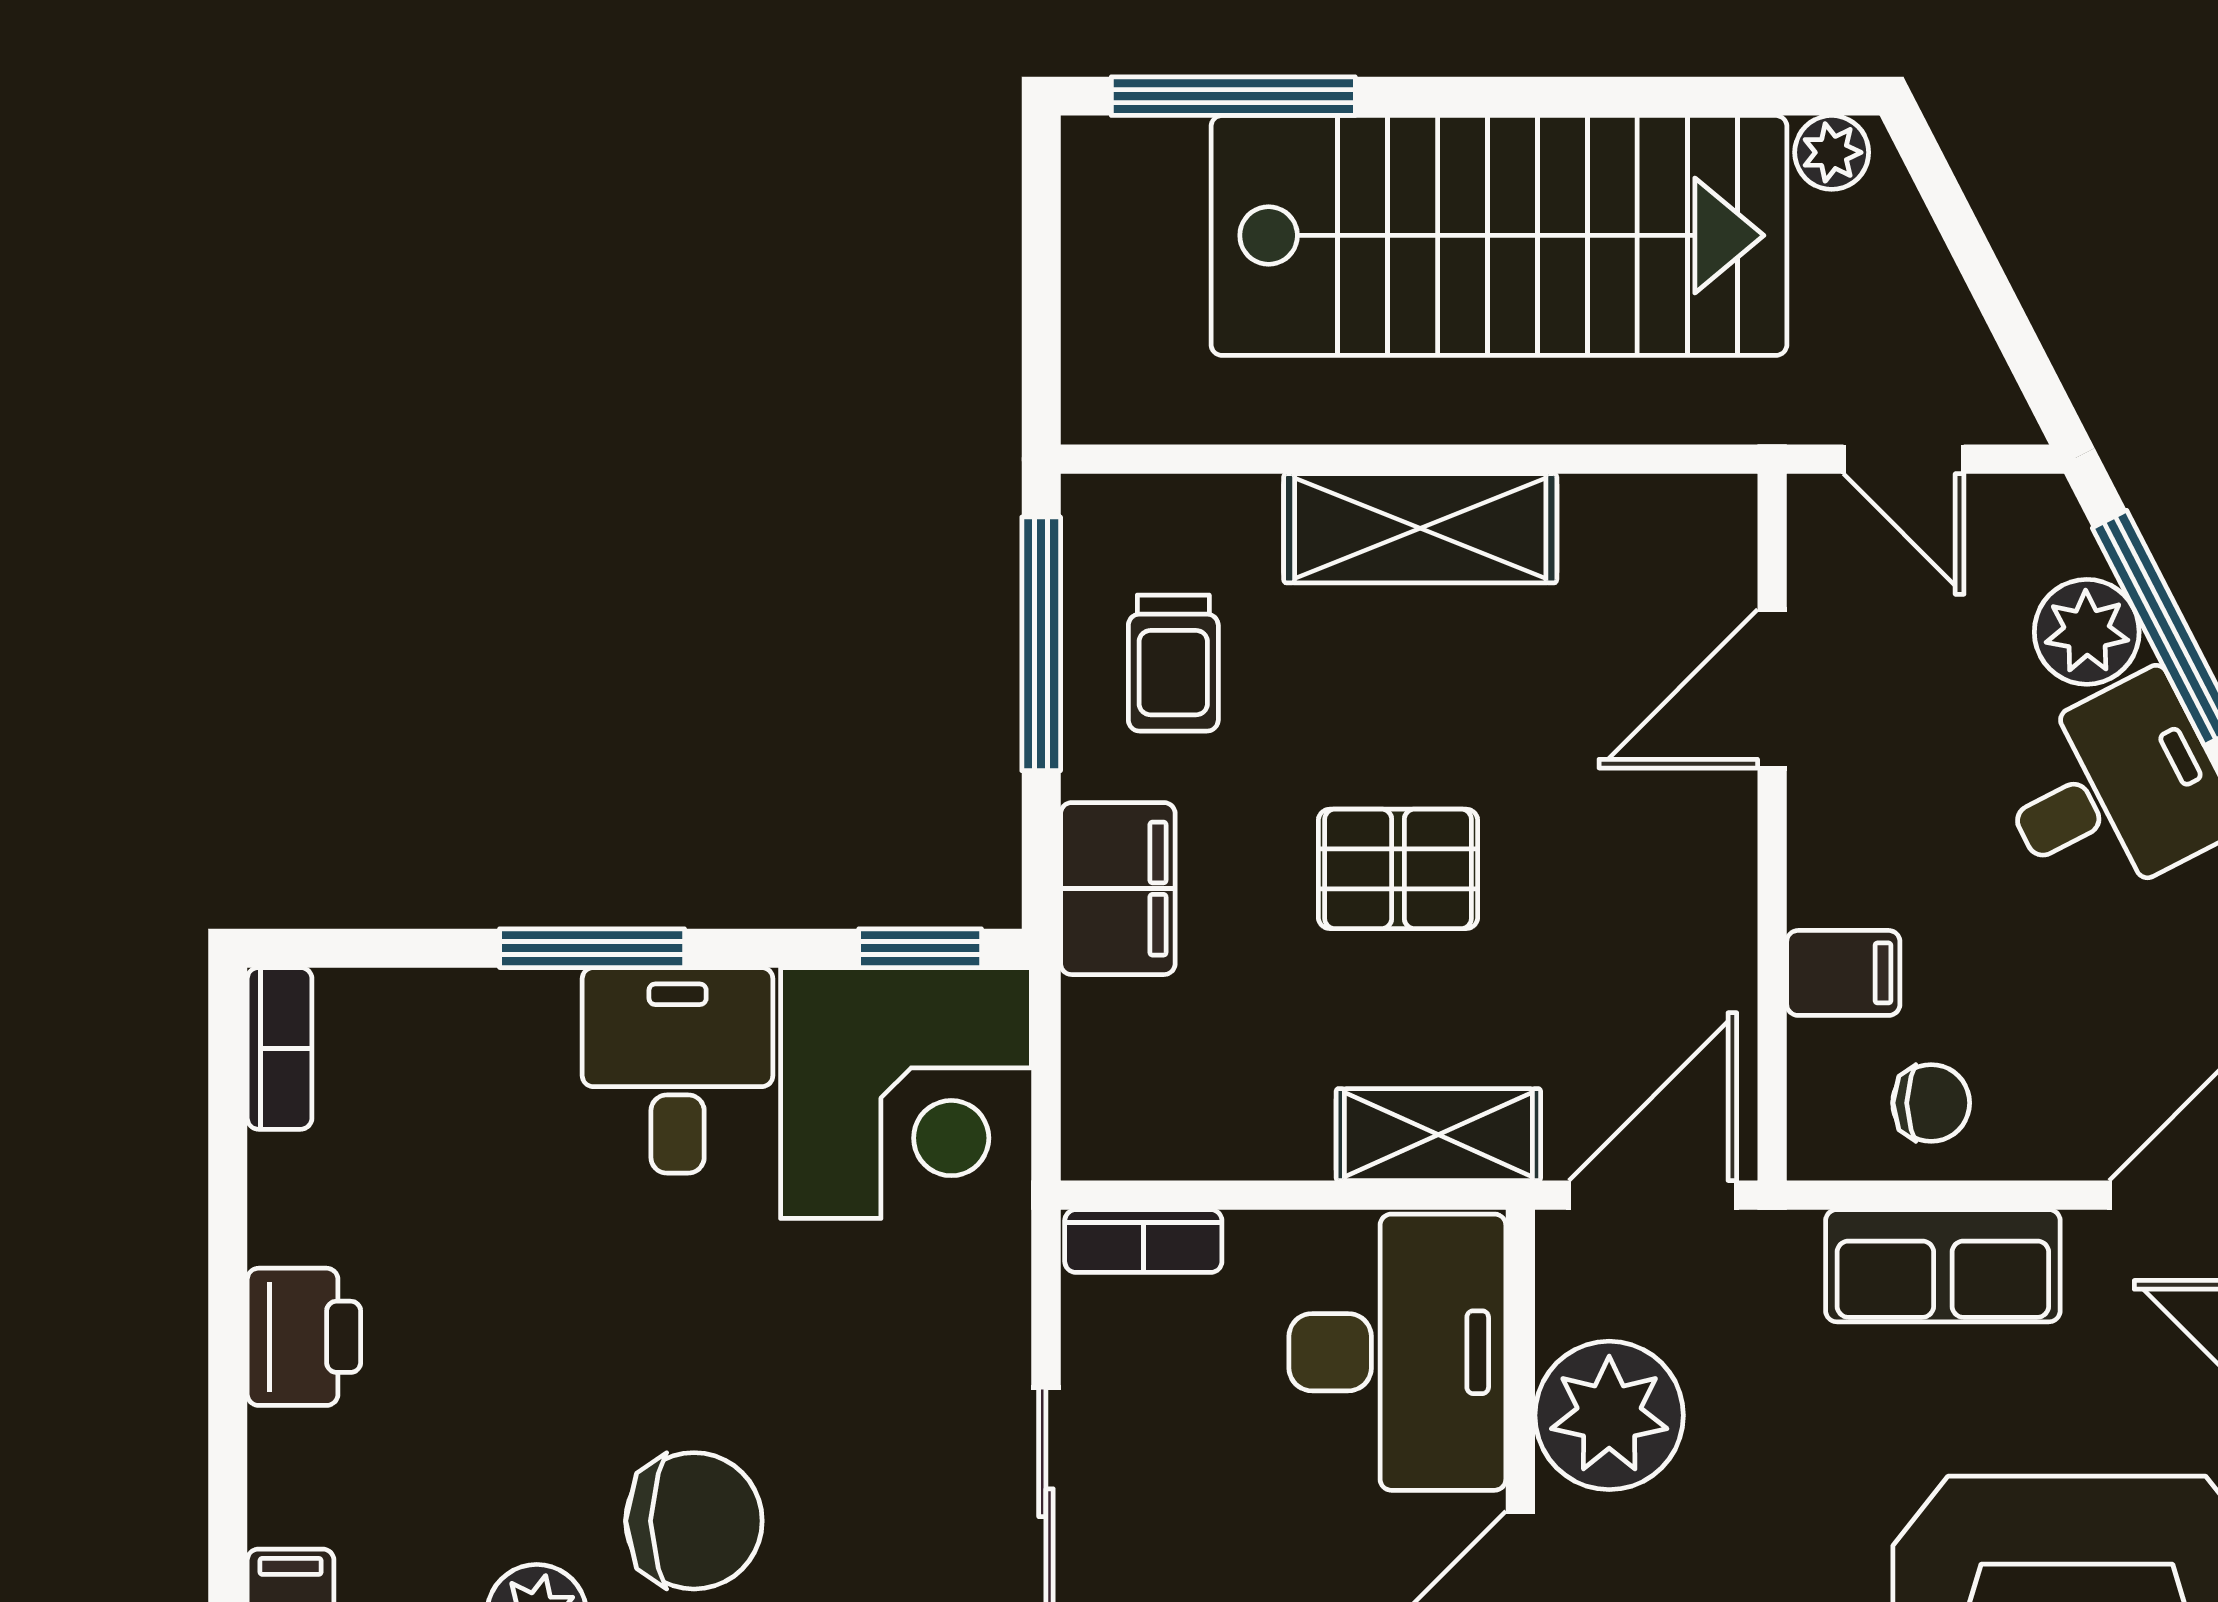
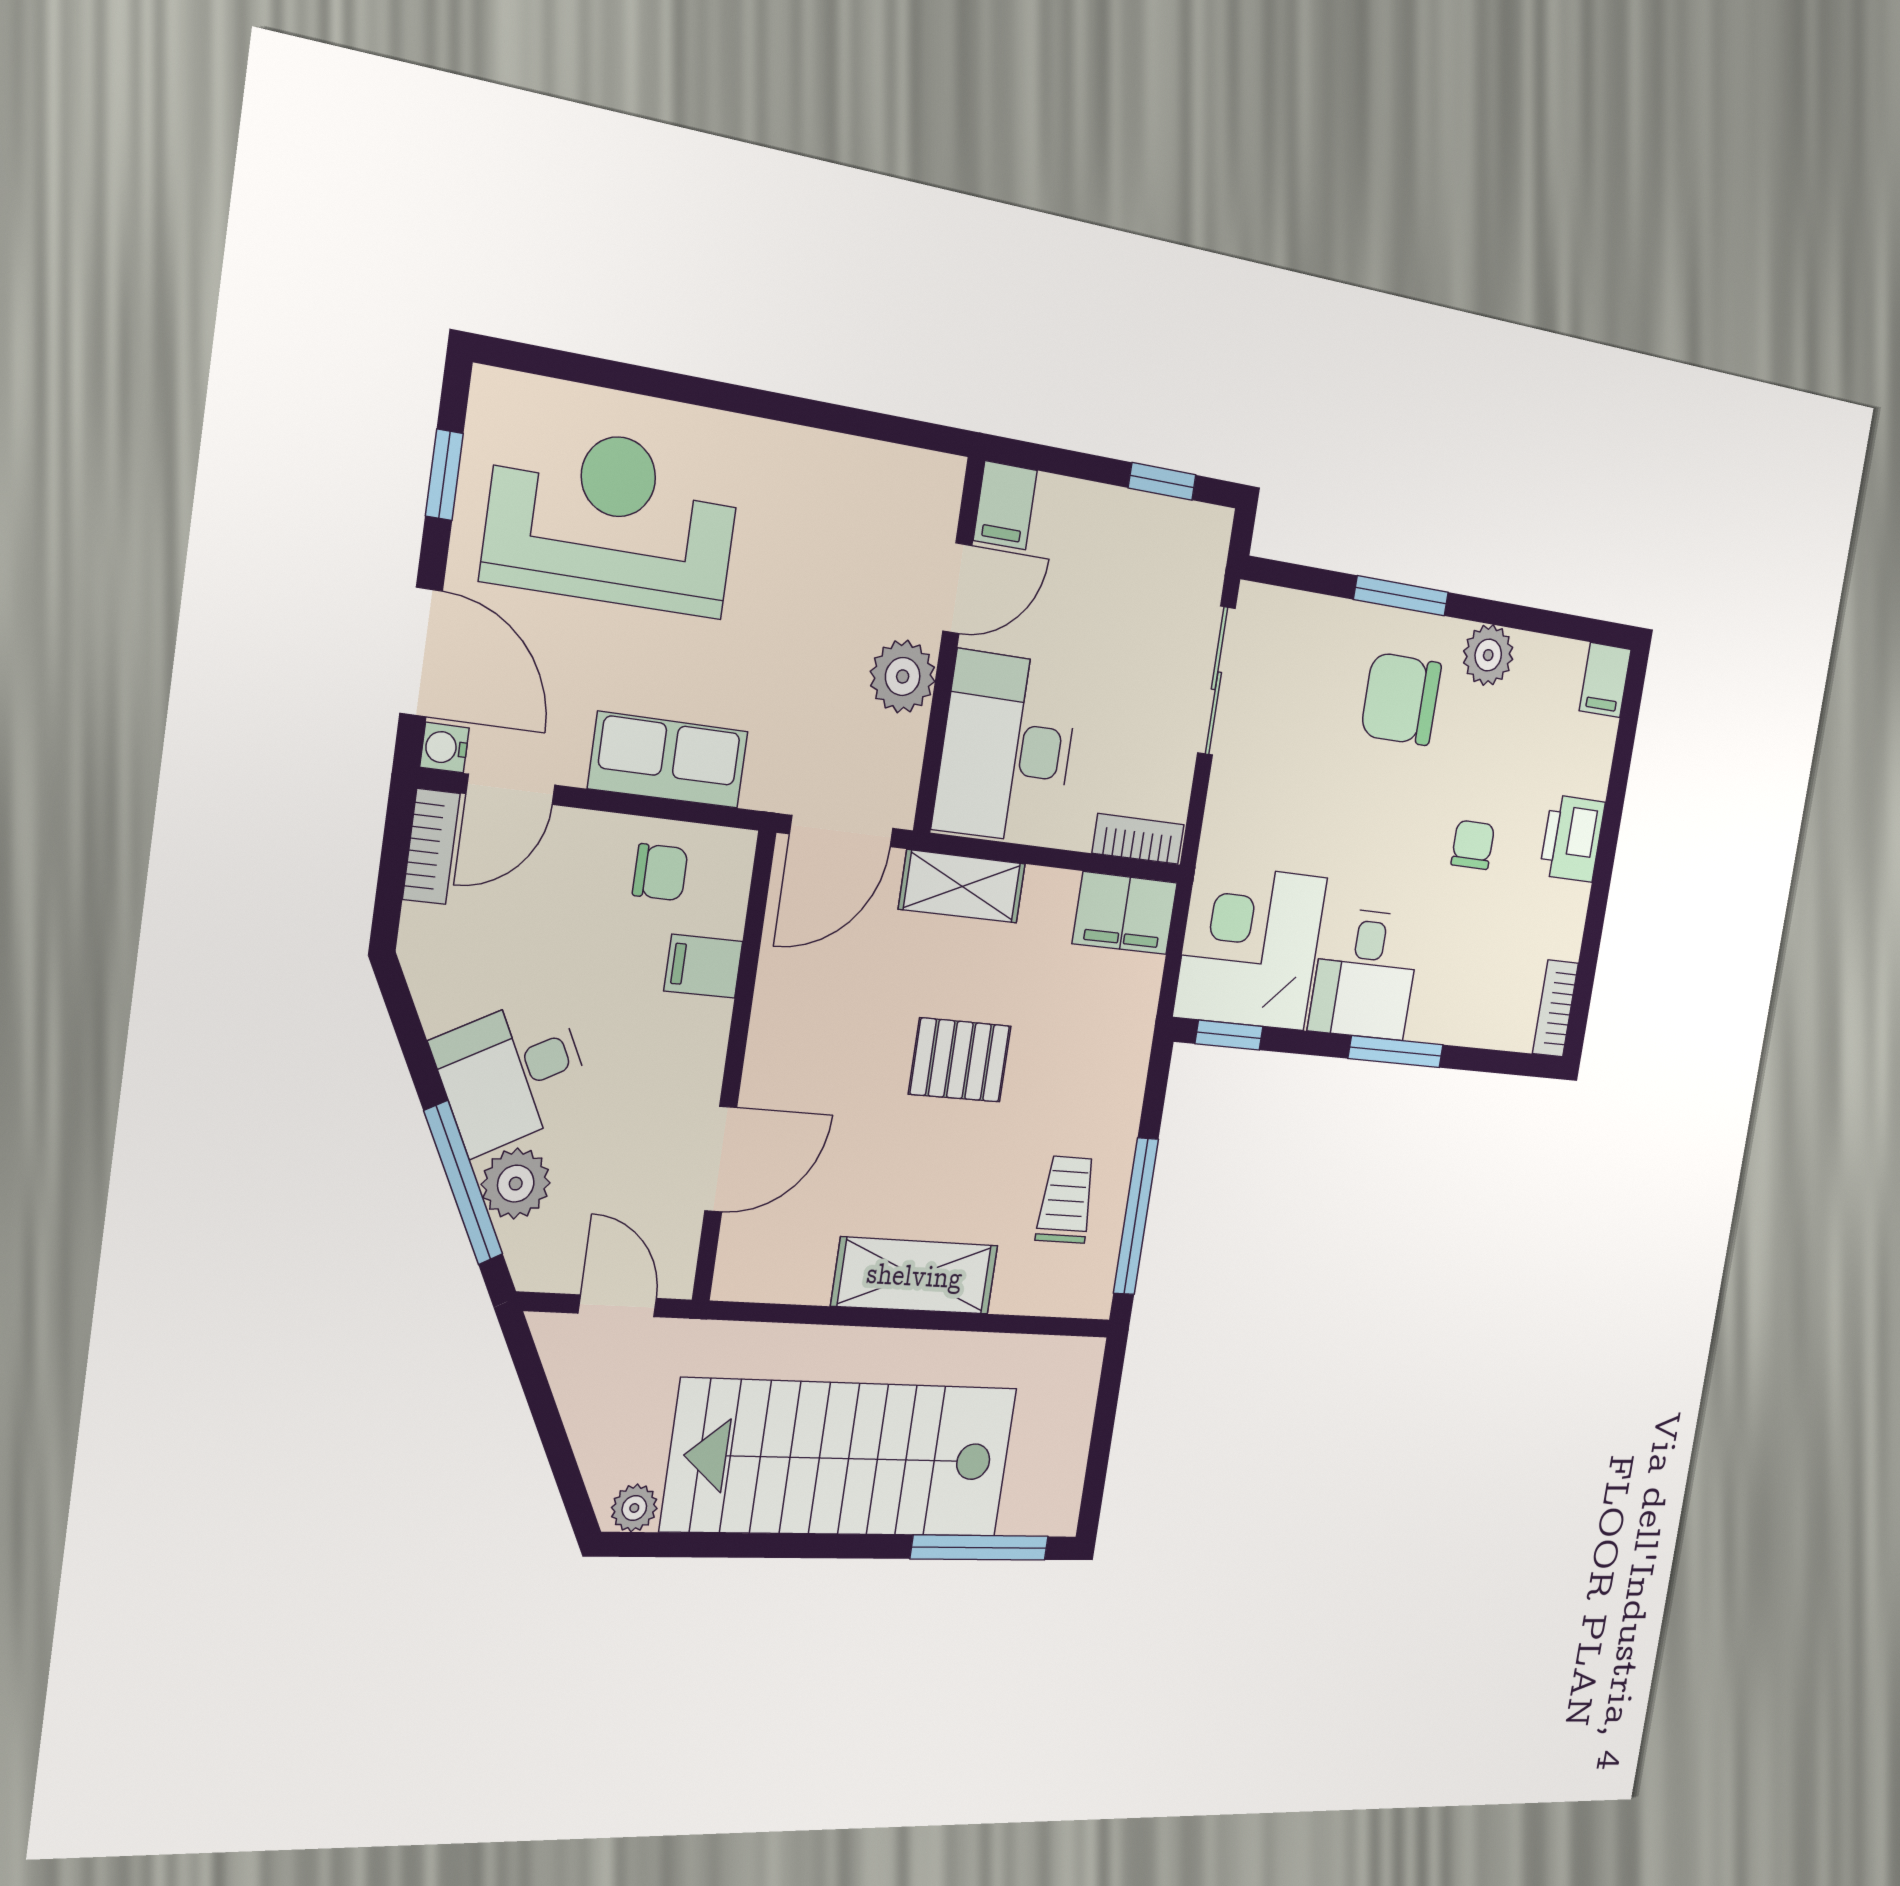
filing cabinet: (1118, 889) -> (1125, 913), moved, turned -90
chair: (1931, 1103) -> (660, 872), turned 180
chair: (505, 1303) -> (1473, 845), added
plant: (1609, 1415) -> (903, 676), width x0.73, depth x0.73

